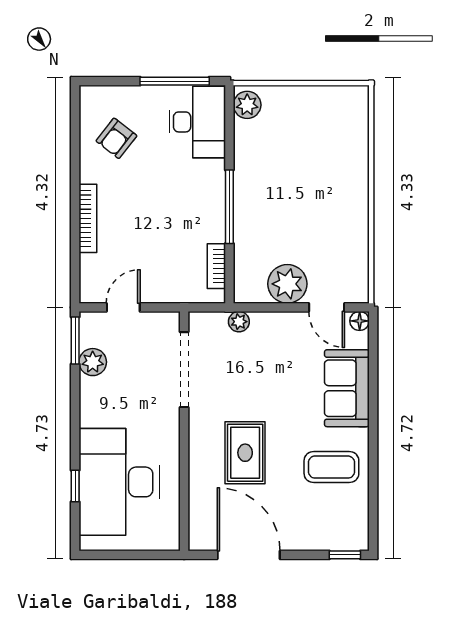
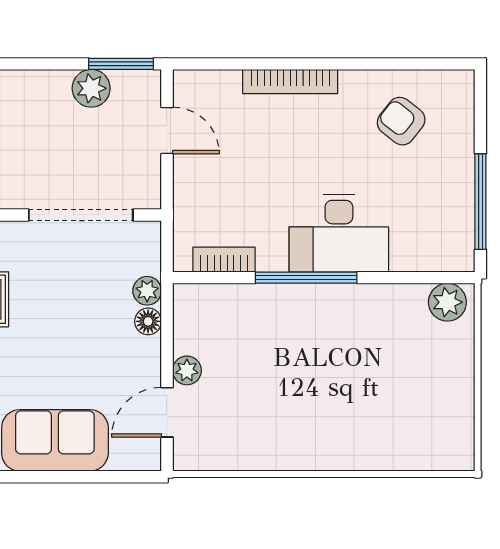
desk: (197, 122) -> (339, 233), moved
plant: (287, 284) -> (187, 370), width x0.53, depth x0.53
floor lamp: (360, 321) -> (148, 321), moved

